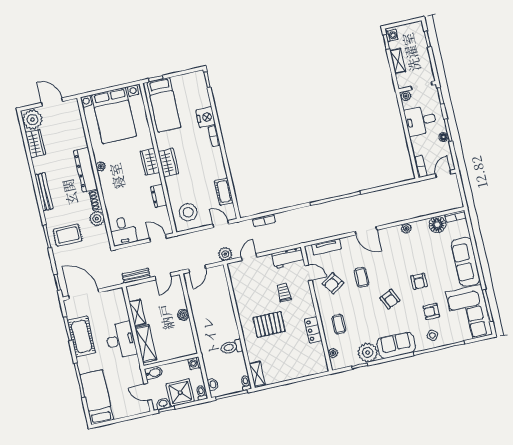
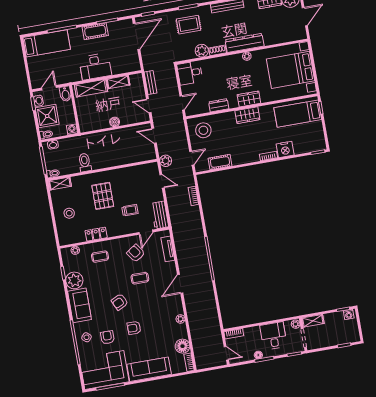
shelving: (398, 61) -> (313, 321), moved
rug: (68, 235) -> (189, 25), turned 90
cot: (82, 336) -> (95, 31), width x0.73, depth x0.75
stool: (291, 362) -> (69, 213), added

